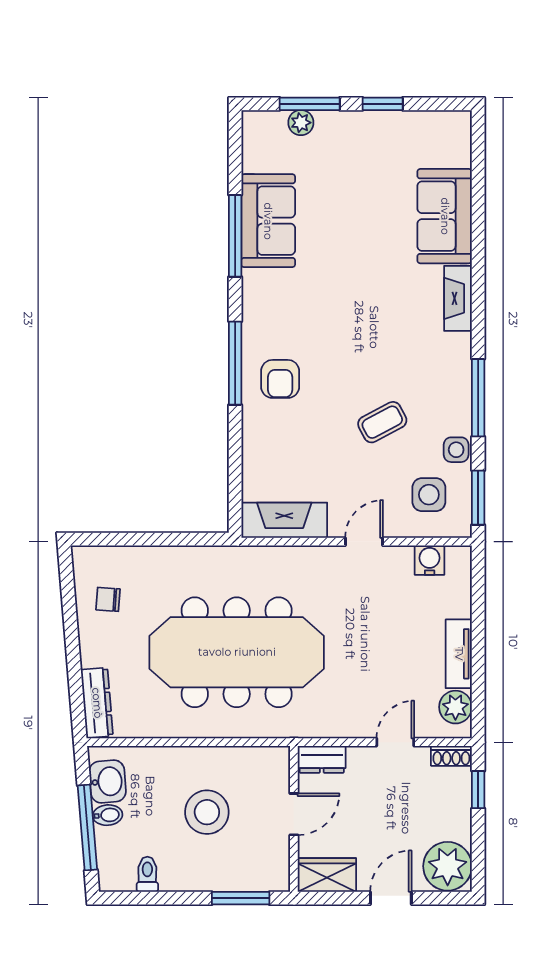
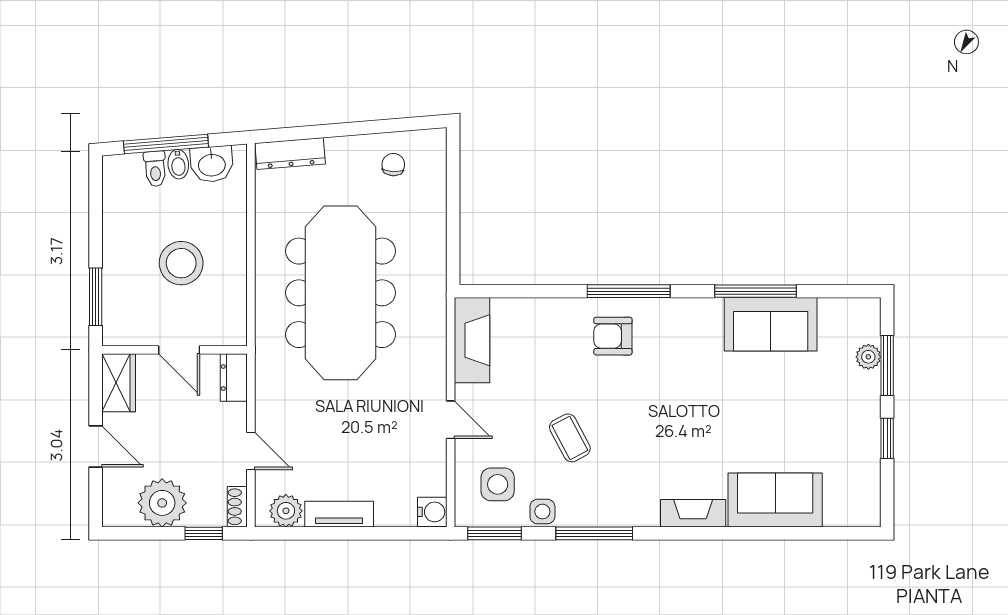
water cooler: (430, 560) -> (432, 512), moved
plant: (448, 866) -> (162, 503), moved
toilet: (147, 874) -> (155, 169), moved, turned 85

